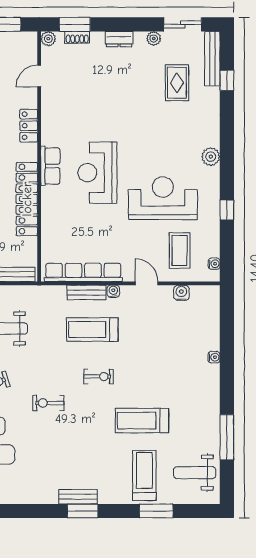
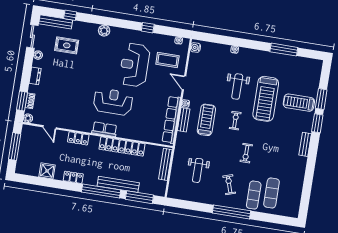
plant: (211, 157) -> (104, 31), moved
reception desk: (97, 173) -> (113, 102), turned 180
door: (147, 283) -> (184, 83), hinge flipped
water cooler: (181, 293) -> (195, 48), moved
treadmill: (92, 330) -> (206, 120), turned 180
treadmill: (142, 421) -> (266, 99), width x1.37, depth x1.38
weight bench: (195, 473) -> (237, 87), moved
window: (83, 511) -> (317, 123), moved

